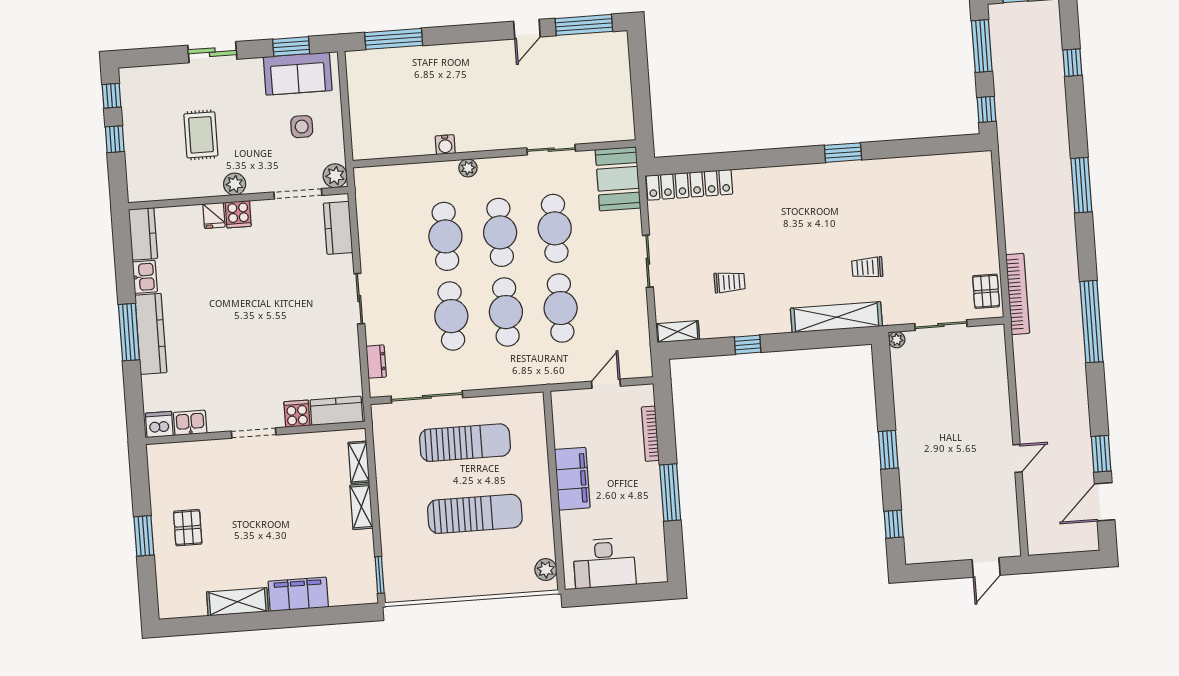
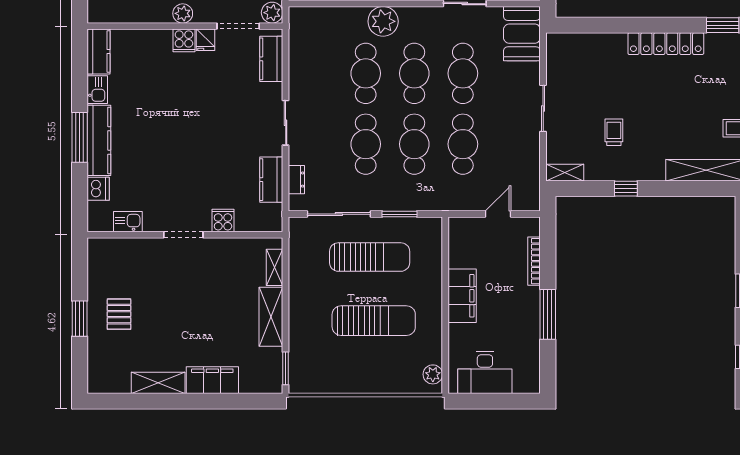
plant: (468, 168) -> (383, 21), width x1.87, depth x1.87
locker: (689, 185) -> (666, 44), moved
fridge: (214, 215) -> (205, 40), moved
trolley: (730, 282) -> (614, 132), turned -90
window: (495, 392) -> (400, 214), added
kitchen counter: (336, 411) -> (271, 180), moved, turned -90
dishwasher: (159, 424) -> (98, 189), moved, turned 90
shelving: (361, 507) -> (271, 317), width x1.50, depth x1.33

